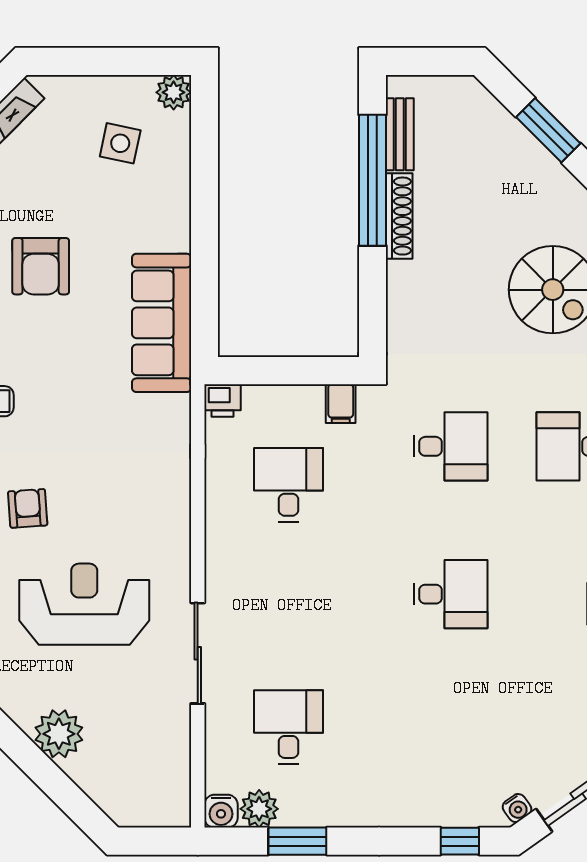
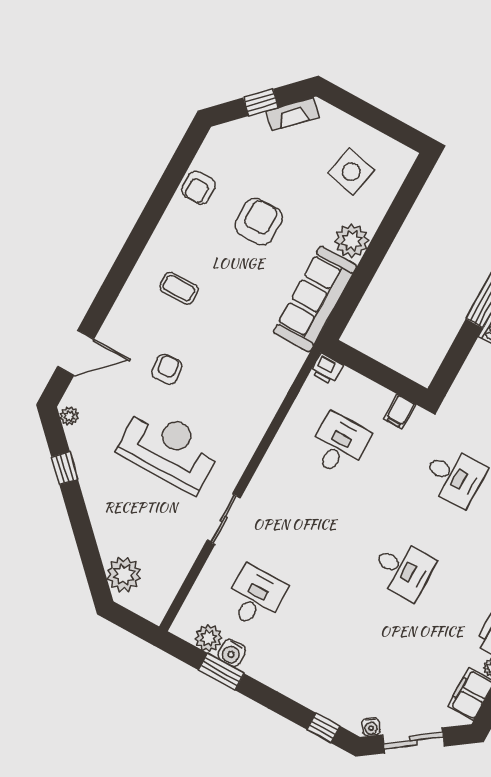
plant: (174, 92) -> (352, 241), moved, width x1.36, depth x1.36
side table: (120, 143) -> (351, 172), width x1.37, depth x1.37
armchair: (41, 266) -> (259, 221), turned 180
sliding door: (198, 653) -> (224, 519), width x0.73
plant: (59, 734) -> (124, 574), moved
water cooler: (221, 811) -> (232, 653), moved

